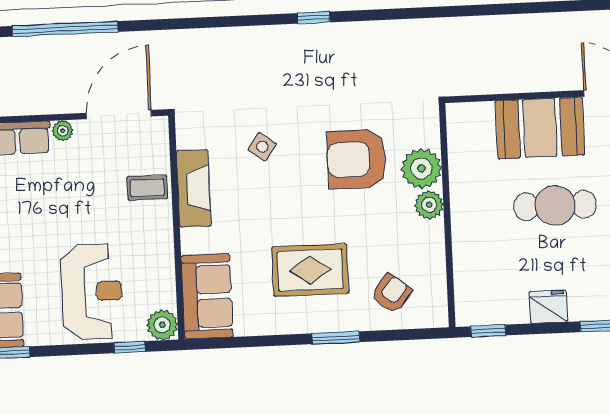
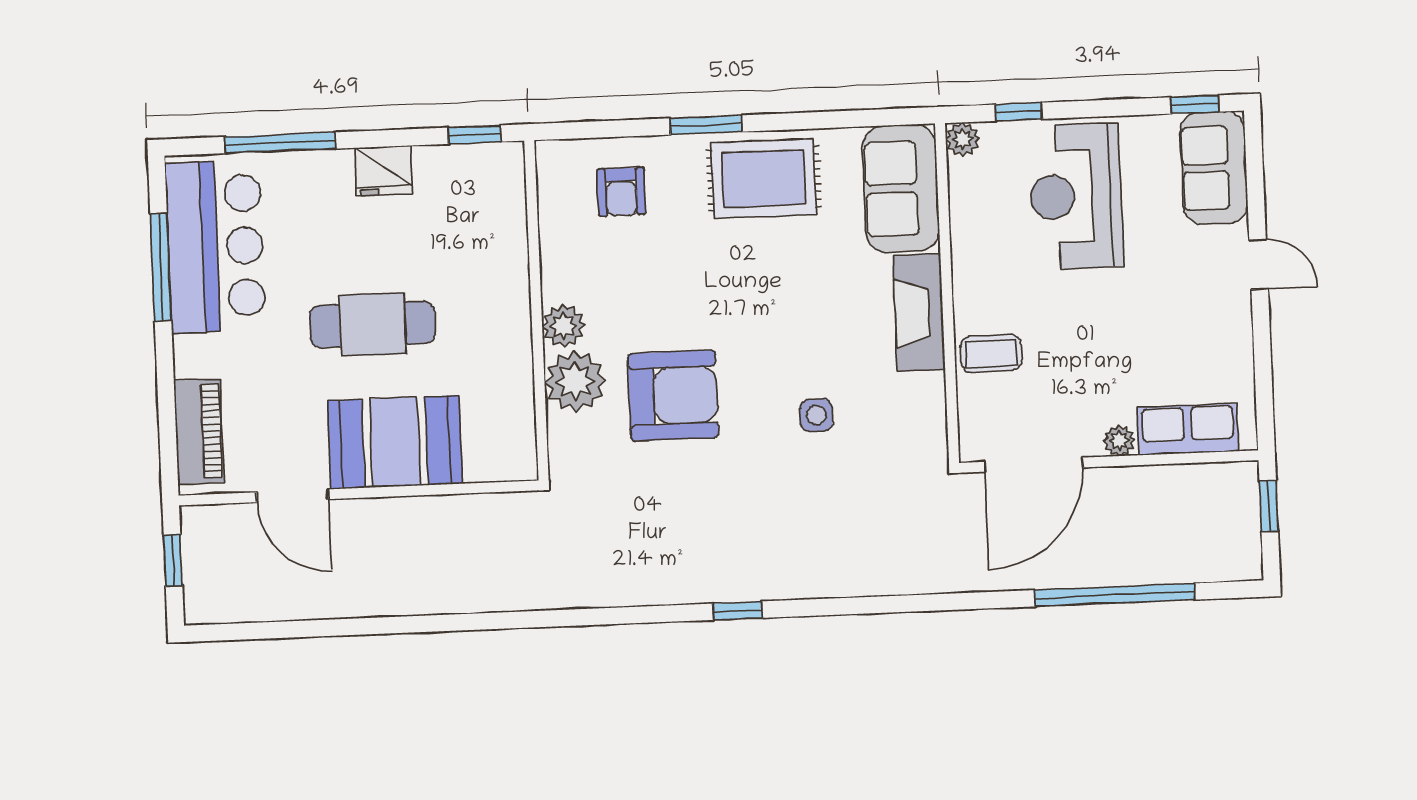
side table: (262, 147) -> (816, 415), turned -36
fireplace: (194, 188) -> (919, 313), moved
rug: (310, 270) -> (764, 179), moved
armchair: (391, 293) -> (621, 192), turned -38
plant: (162, 325) -> (962, 139), width x0.73, depth x0.73

